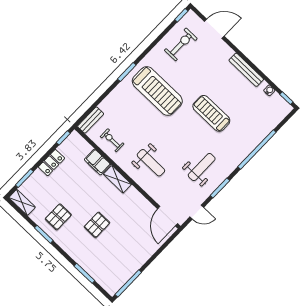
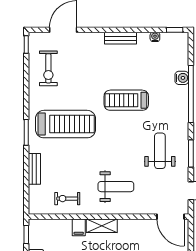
exercise bike: (181, 44) -> (48, 68), turned 180
bench: (246, 70) -> (121, 38), width x0.73
bench: (91, 120) -> (34, 169), moved
water cooler: (261, 134) -> (182, 78), added
filing cabinet: (97, 162) -> (79, 227), width x0.50

